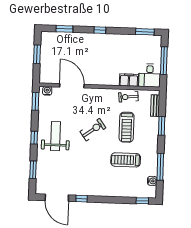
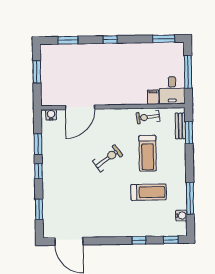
filing cabinet: (129, 80) -> (153, 97), width x0.50
door: (72, 86) -> (80, 107), swing flipped
window: (35, 101) -> (38, 144), moved
window: (162, 126) -> (189, 133), moved
weight bench: (56, 136) -> (64, 168), removed
treadmill: (126, 160) -> (149, 192), turned 180
window: (82, 199) -> (139, 240), moved

